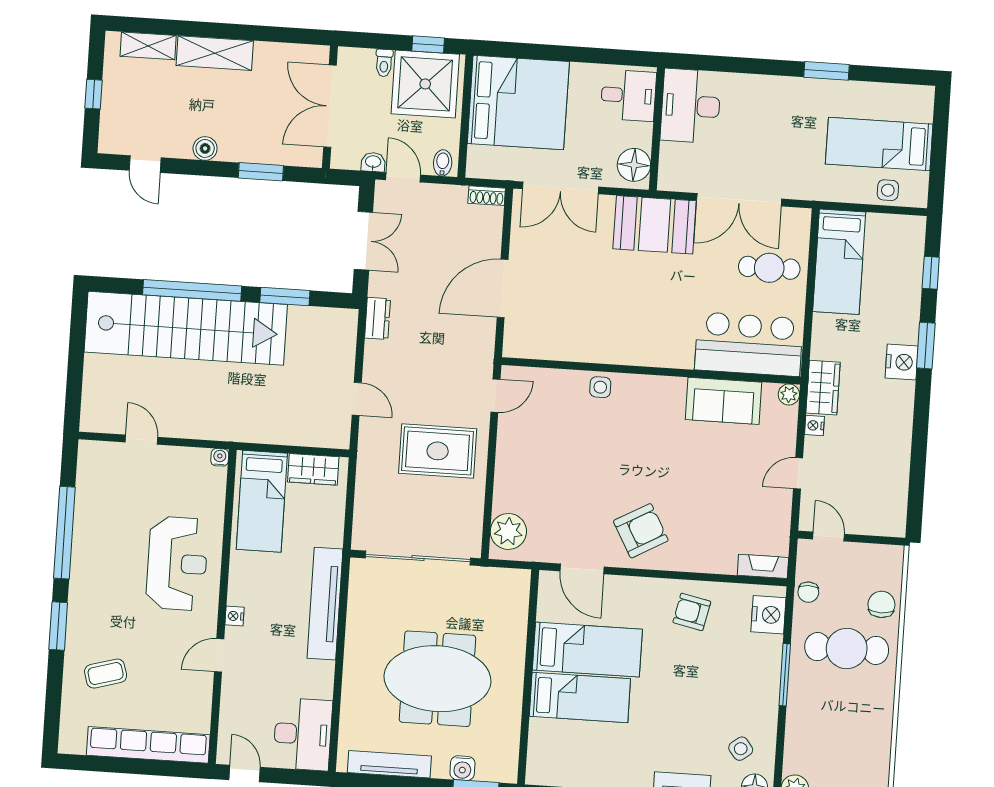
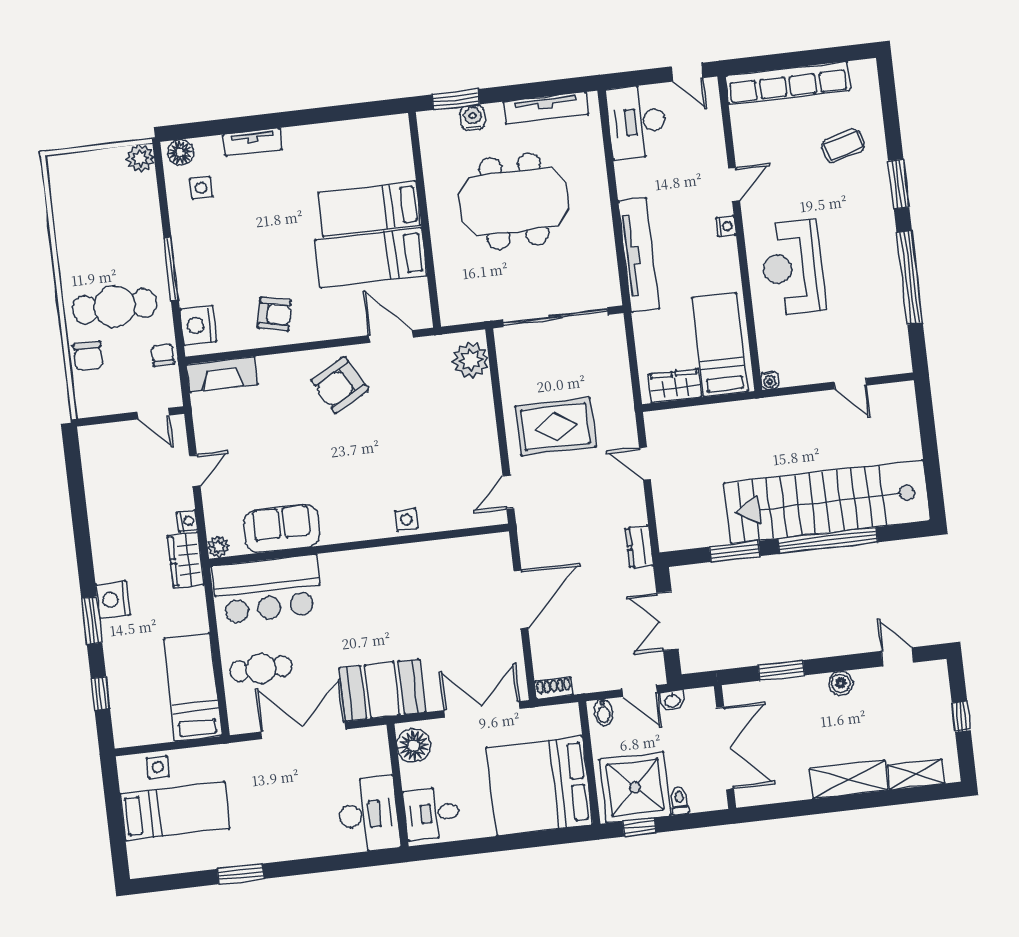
fireplace: (763, 566) -> (222, 374), width x1.37, depth x1.32
side table: (741, 749) -> (201, 188), turned 38

